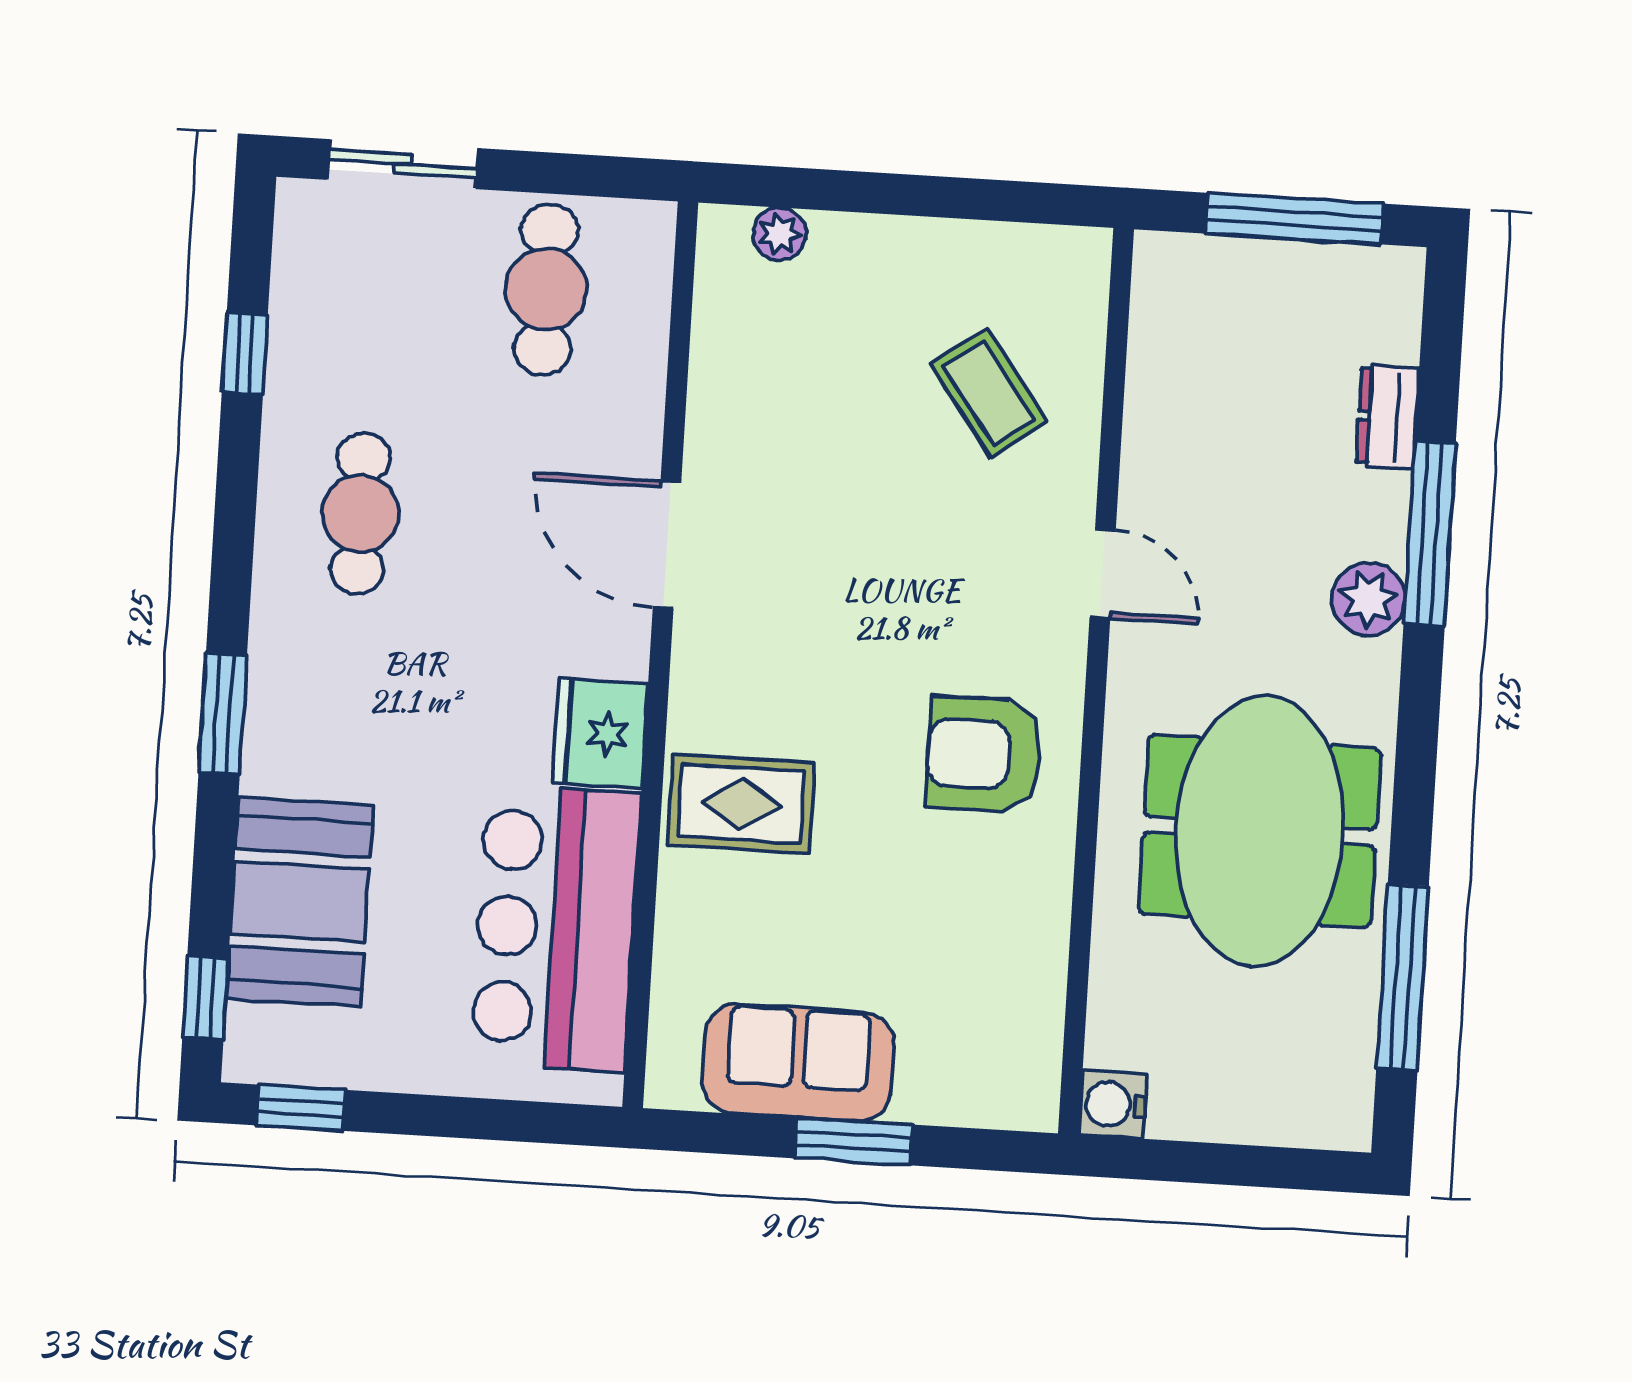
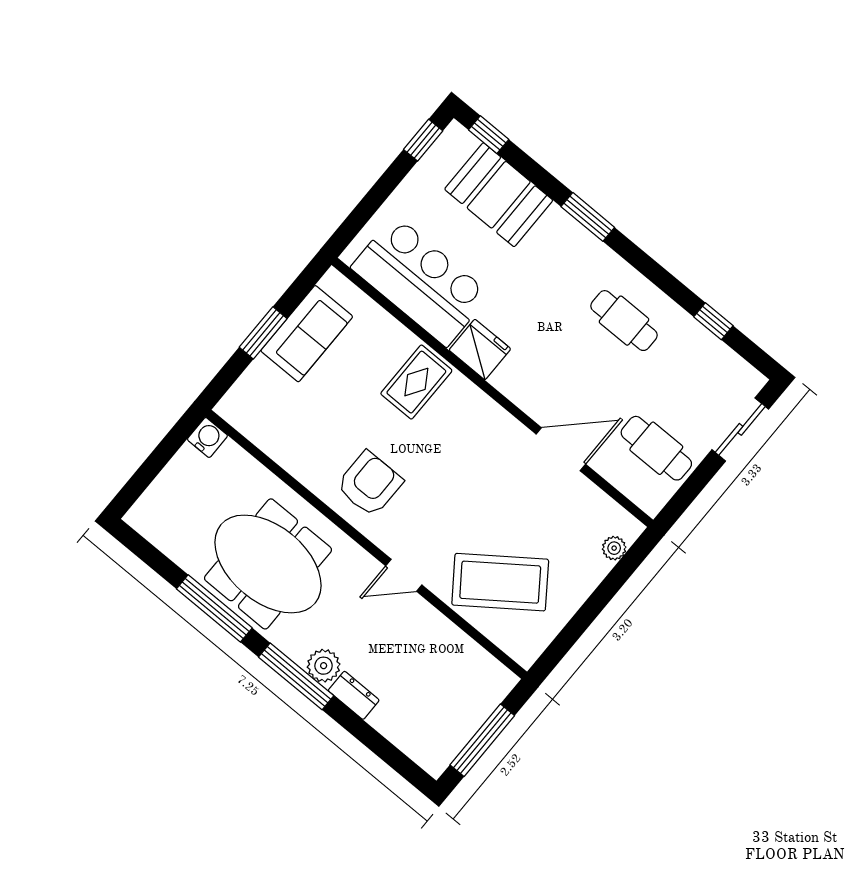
coffee table: (989, 393) -> (500, 582), width x1.86, depth x1.72
dresser: (1388, 417) -> (354, 695), moved
window: (1430, 534) -> (296, 676), moved
door: (667, 545) -> (561, 449), moved
window: (1403, 977) -> (214, 608), moved

